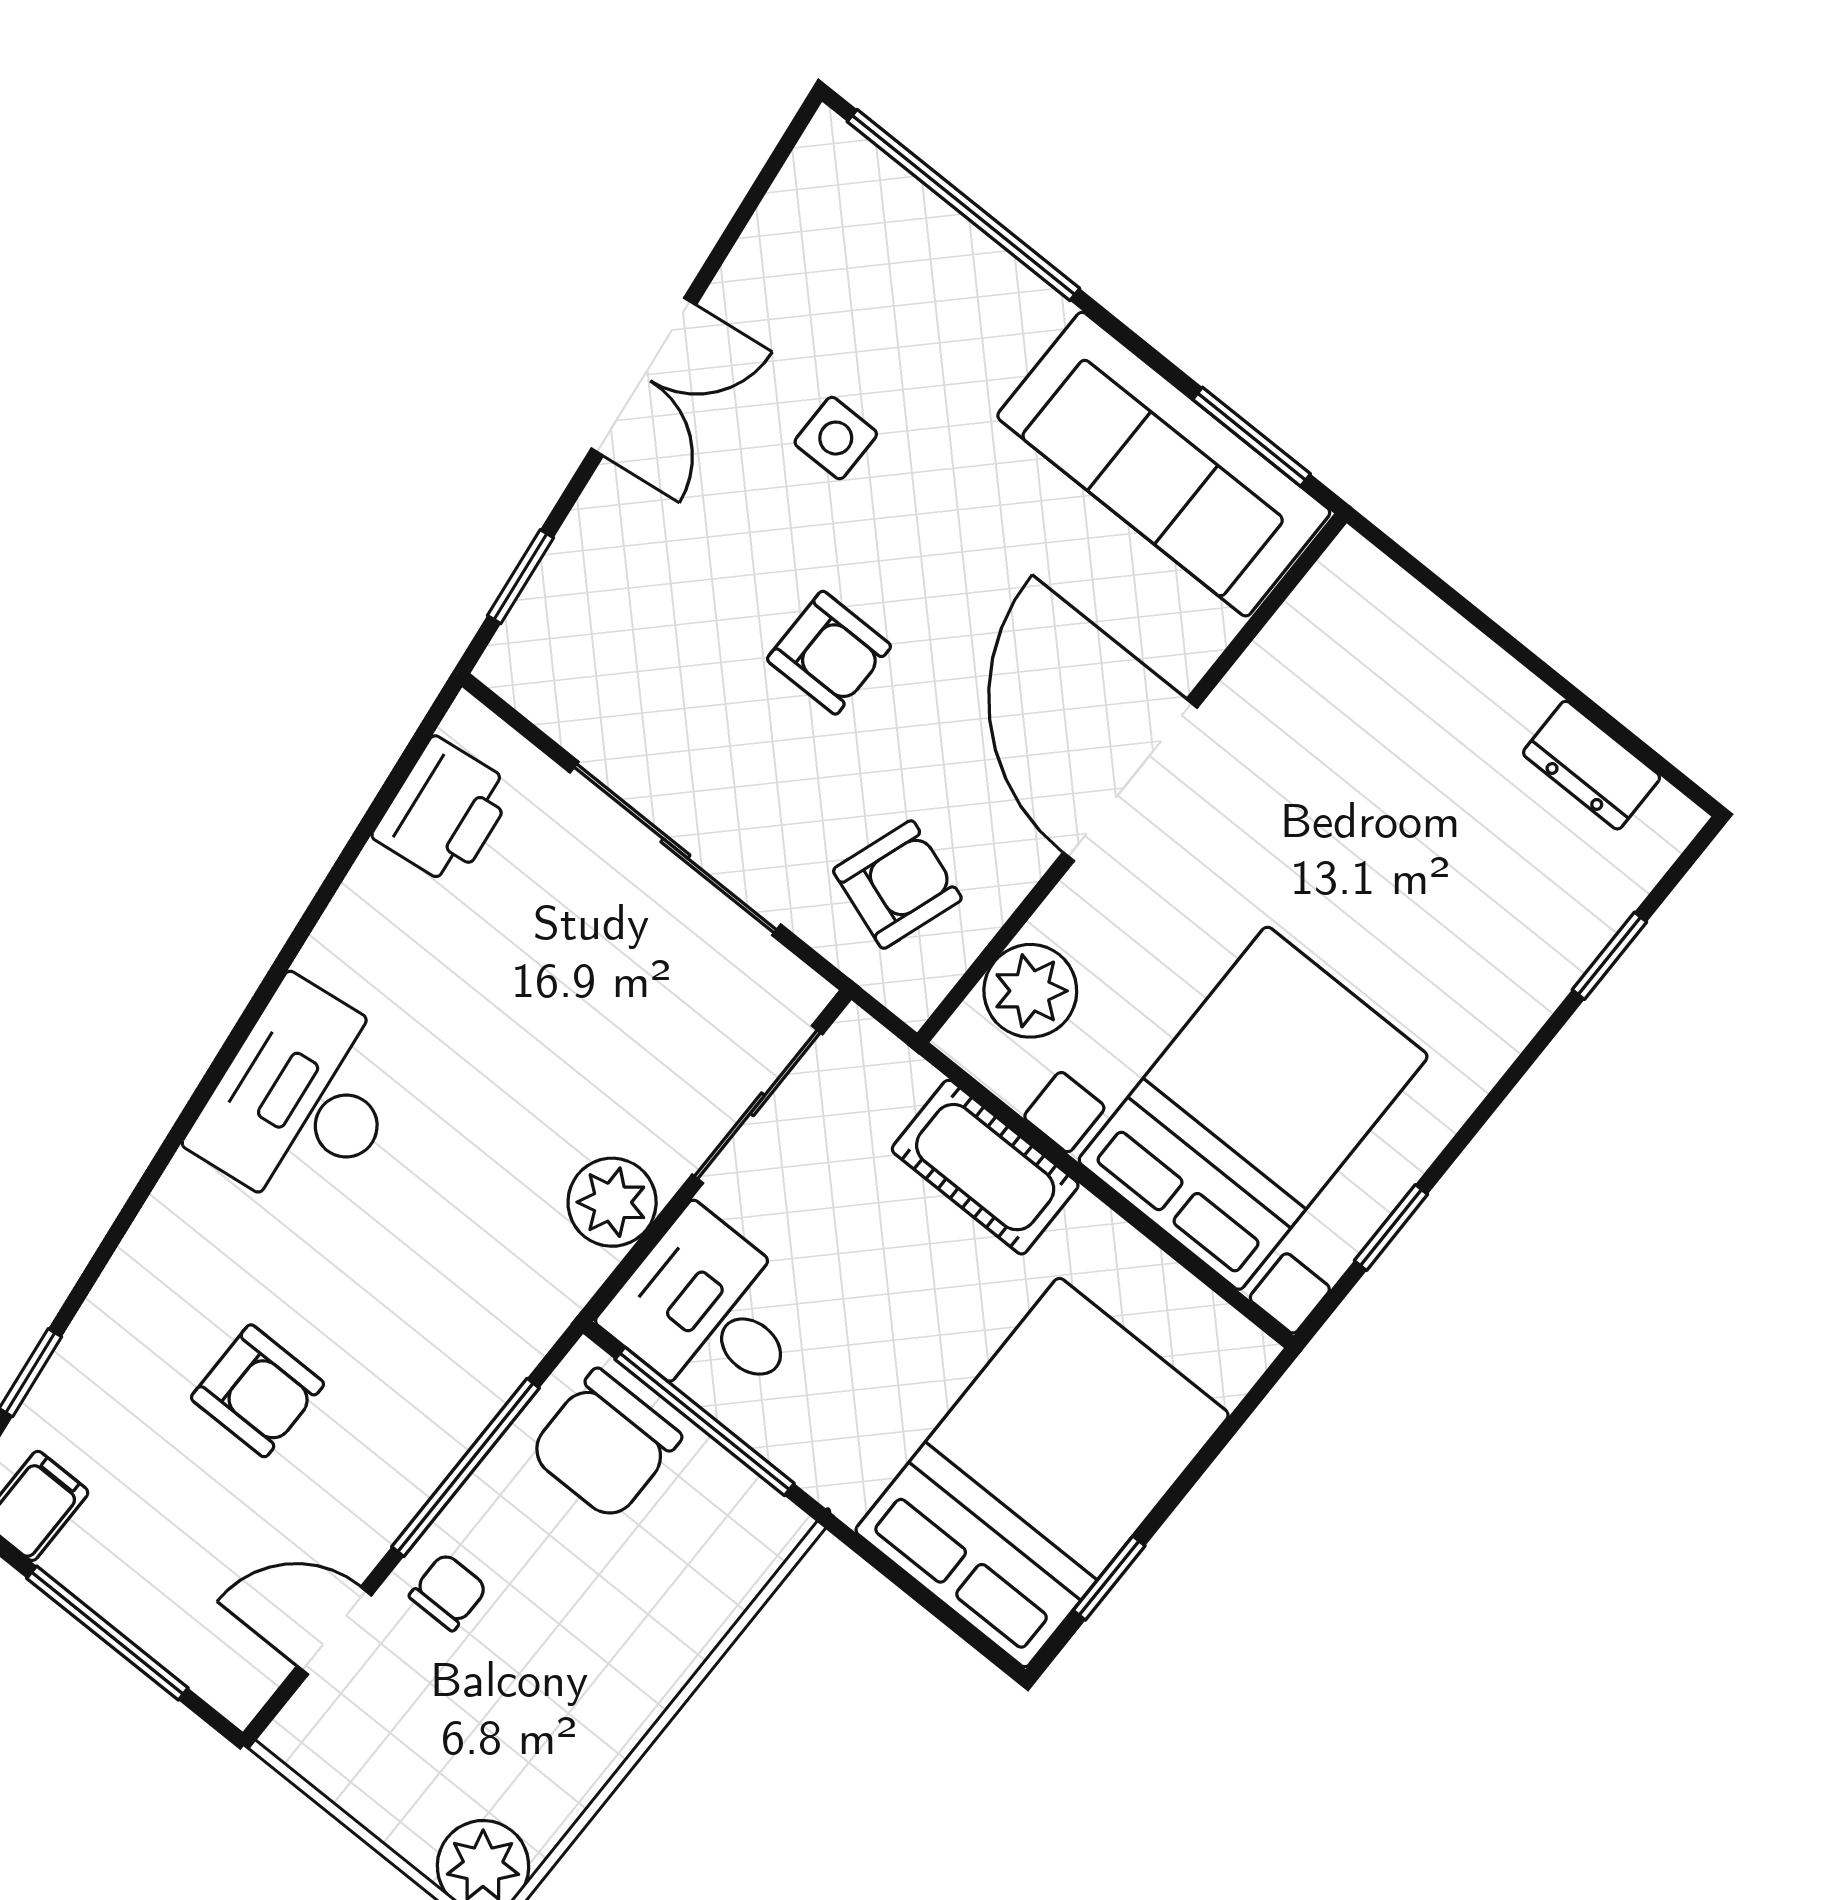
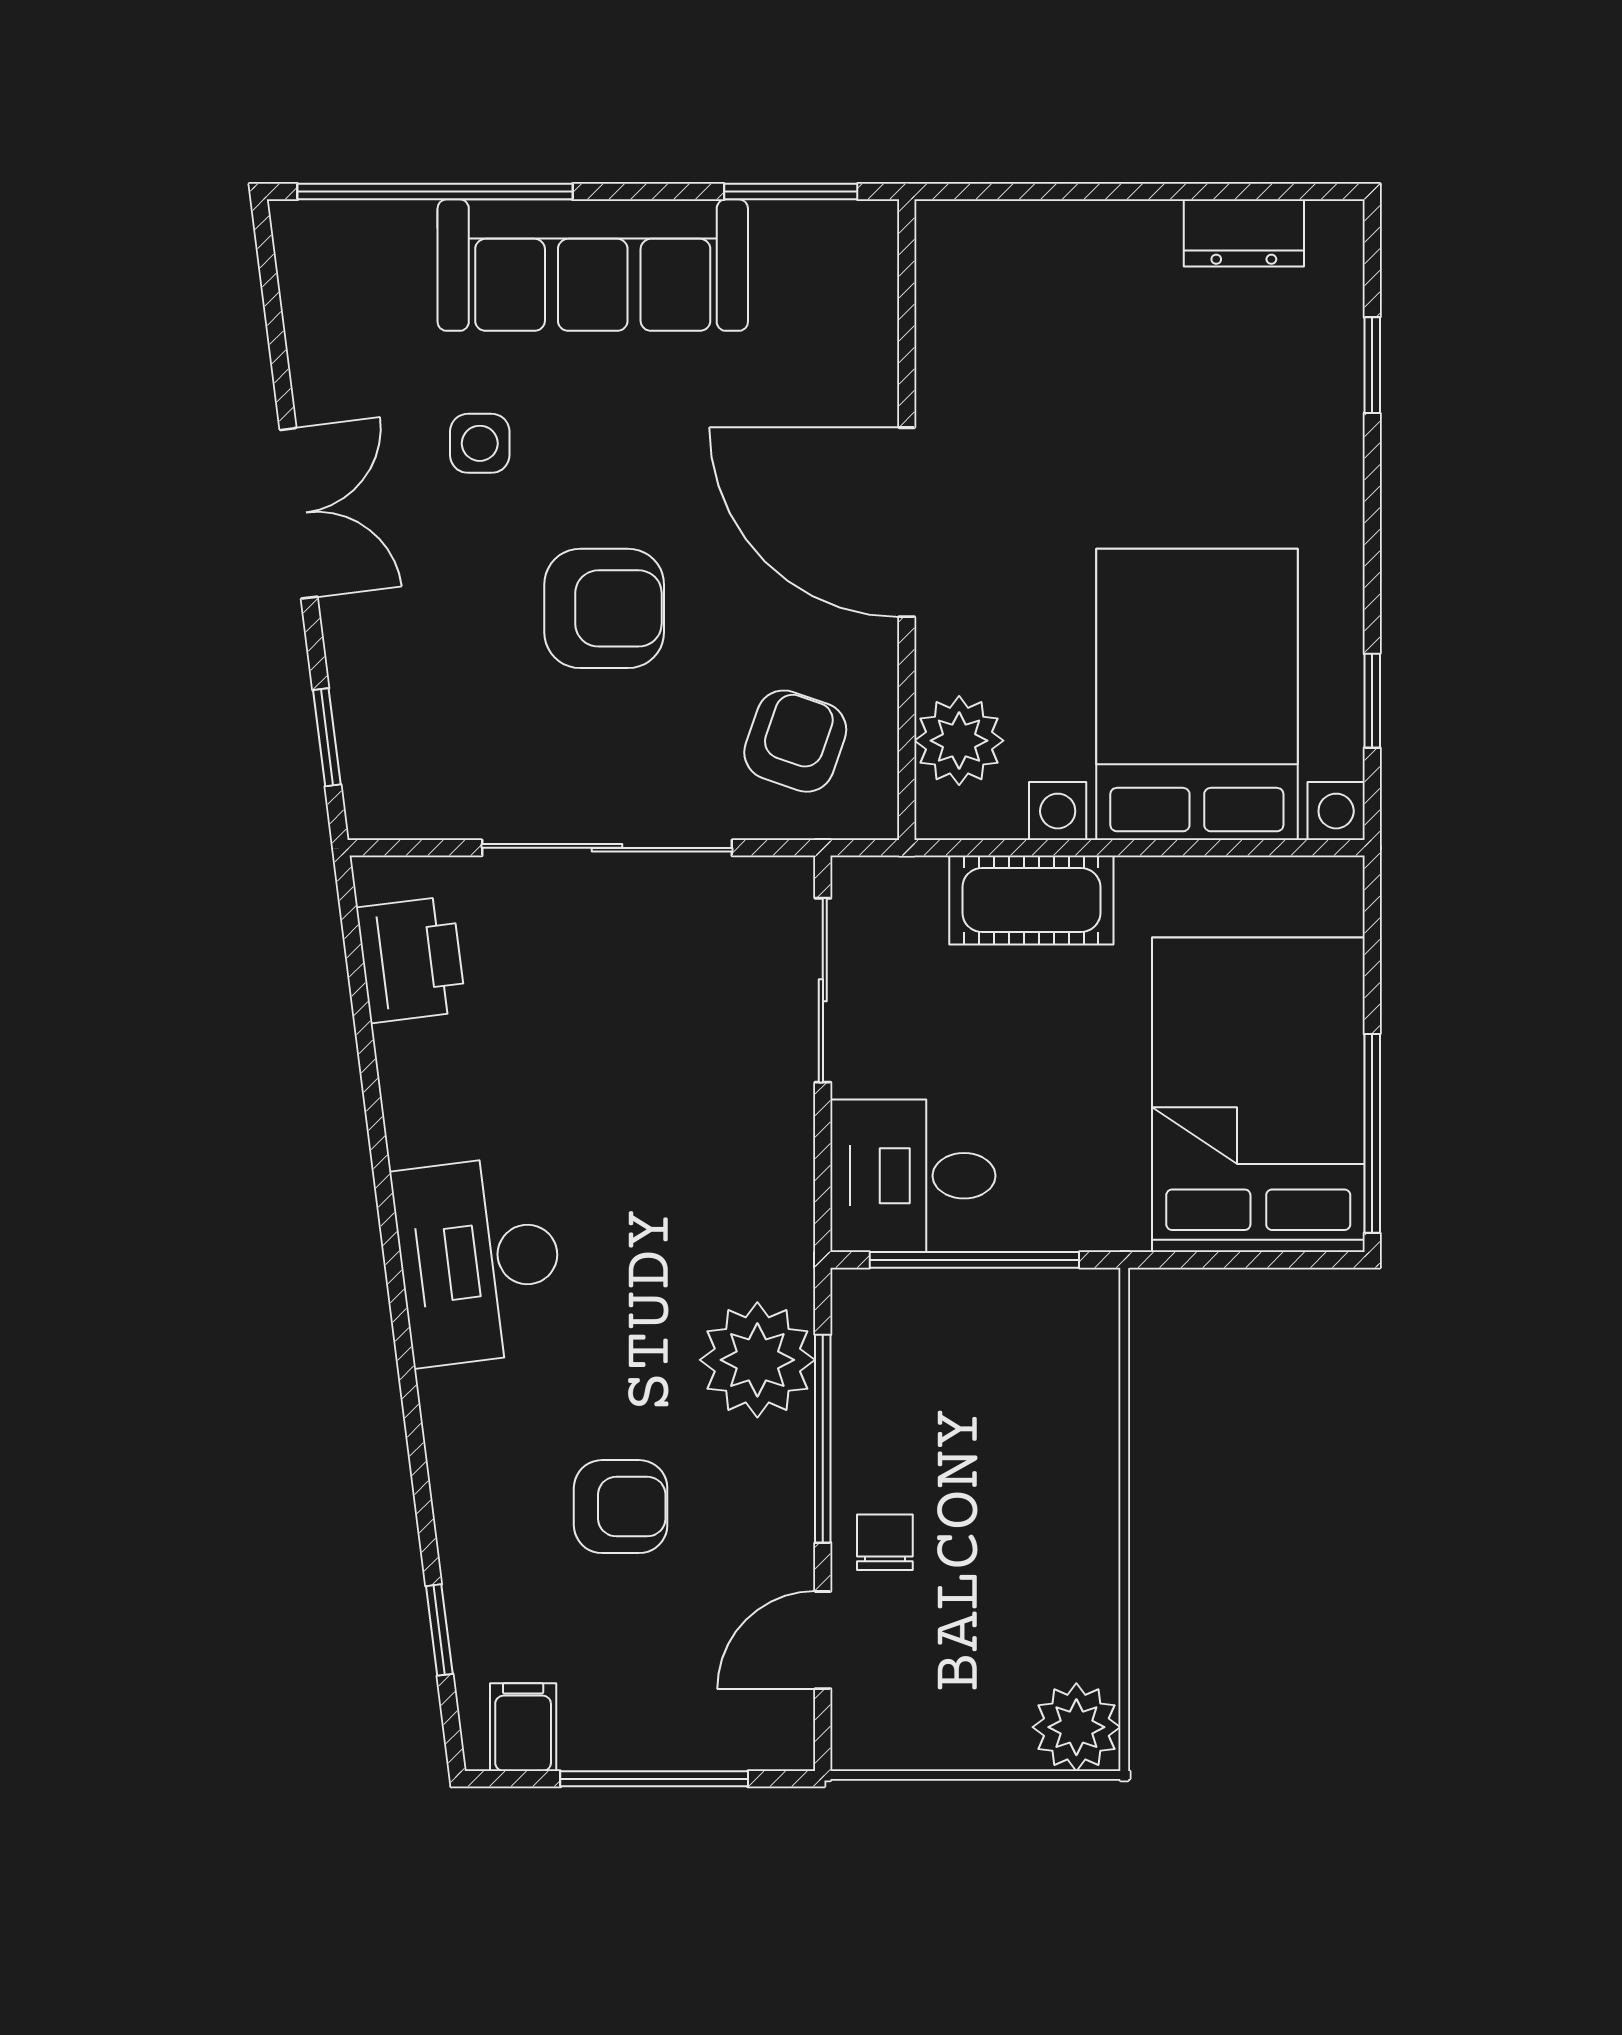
sofa: (1164, 464) -> (593, 265), moved
armchair: (829, 653) -> (604, 608), width x1.38, depth x1.38
plant: (612, 1202) -> (757, 1360), moved, width x1.36, depth x1.36
chair: (605, 1445) -> (914, 1337), removed
window: (1109, 1578) -> (1372, 1133), width x2.17

